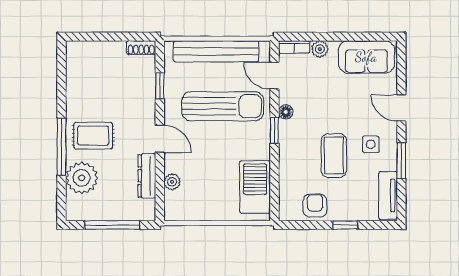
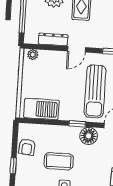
floor lamp: (286, 112) -> (89, 136), width x1.89, depth x1.89
plant: (172, 182) -> (33, 55), moved
armchair: (315, 206) -> (27, 147), turned 95

